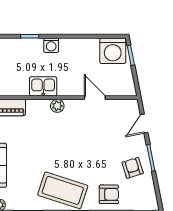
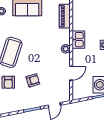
door: (144, 124) -> (54, 105), swing flipped
armchair: (133, 168) -> (33, 80), moved

